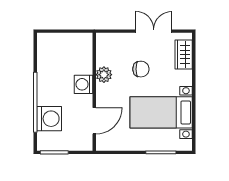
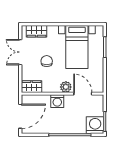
door: (62, 31) -> (20, 116), added
wardrobe: (104, 47) -> (31, 87), added
plant: (104, 75) -> (66, 87), moved
washing machine: (49, 119) -> (95, 125), moved

